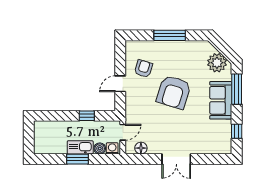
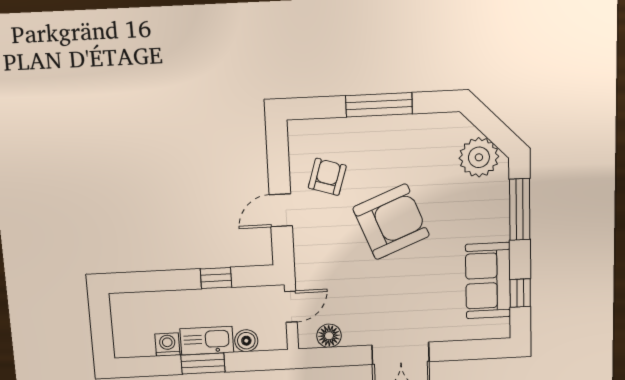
armchair: (174, 92) -> (391, 222), turned -129
sofa: (221, 100) -> (488, 281), moved
washing machine: (112, 148) -> (167, 345), moved

